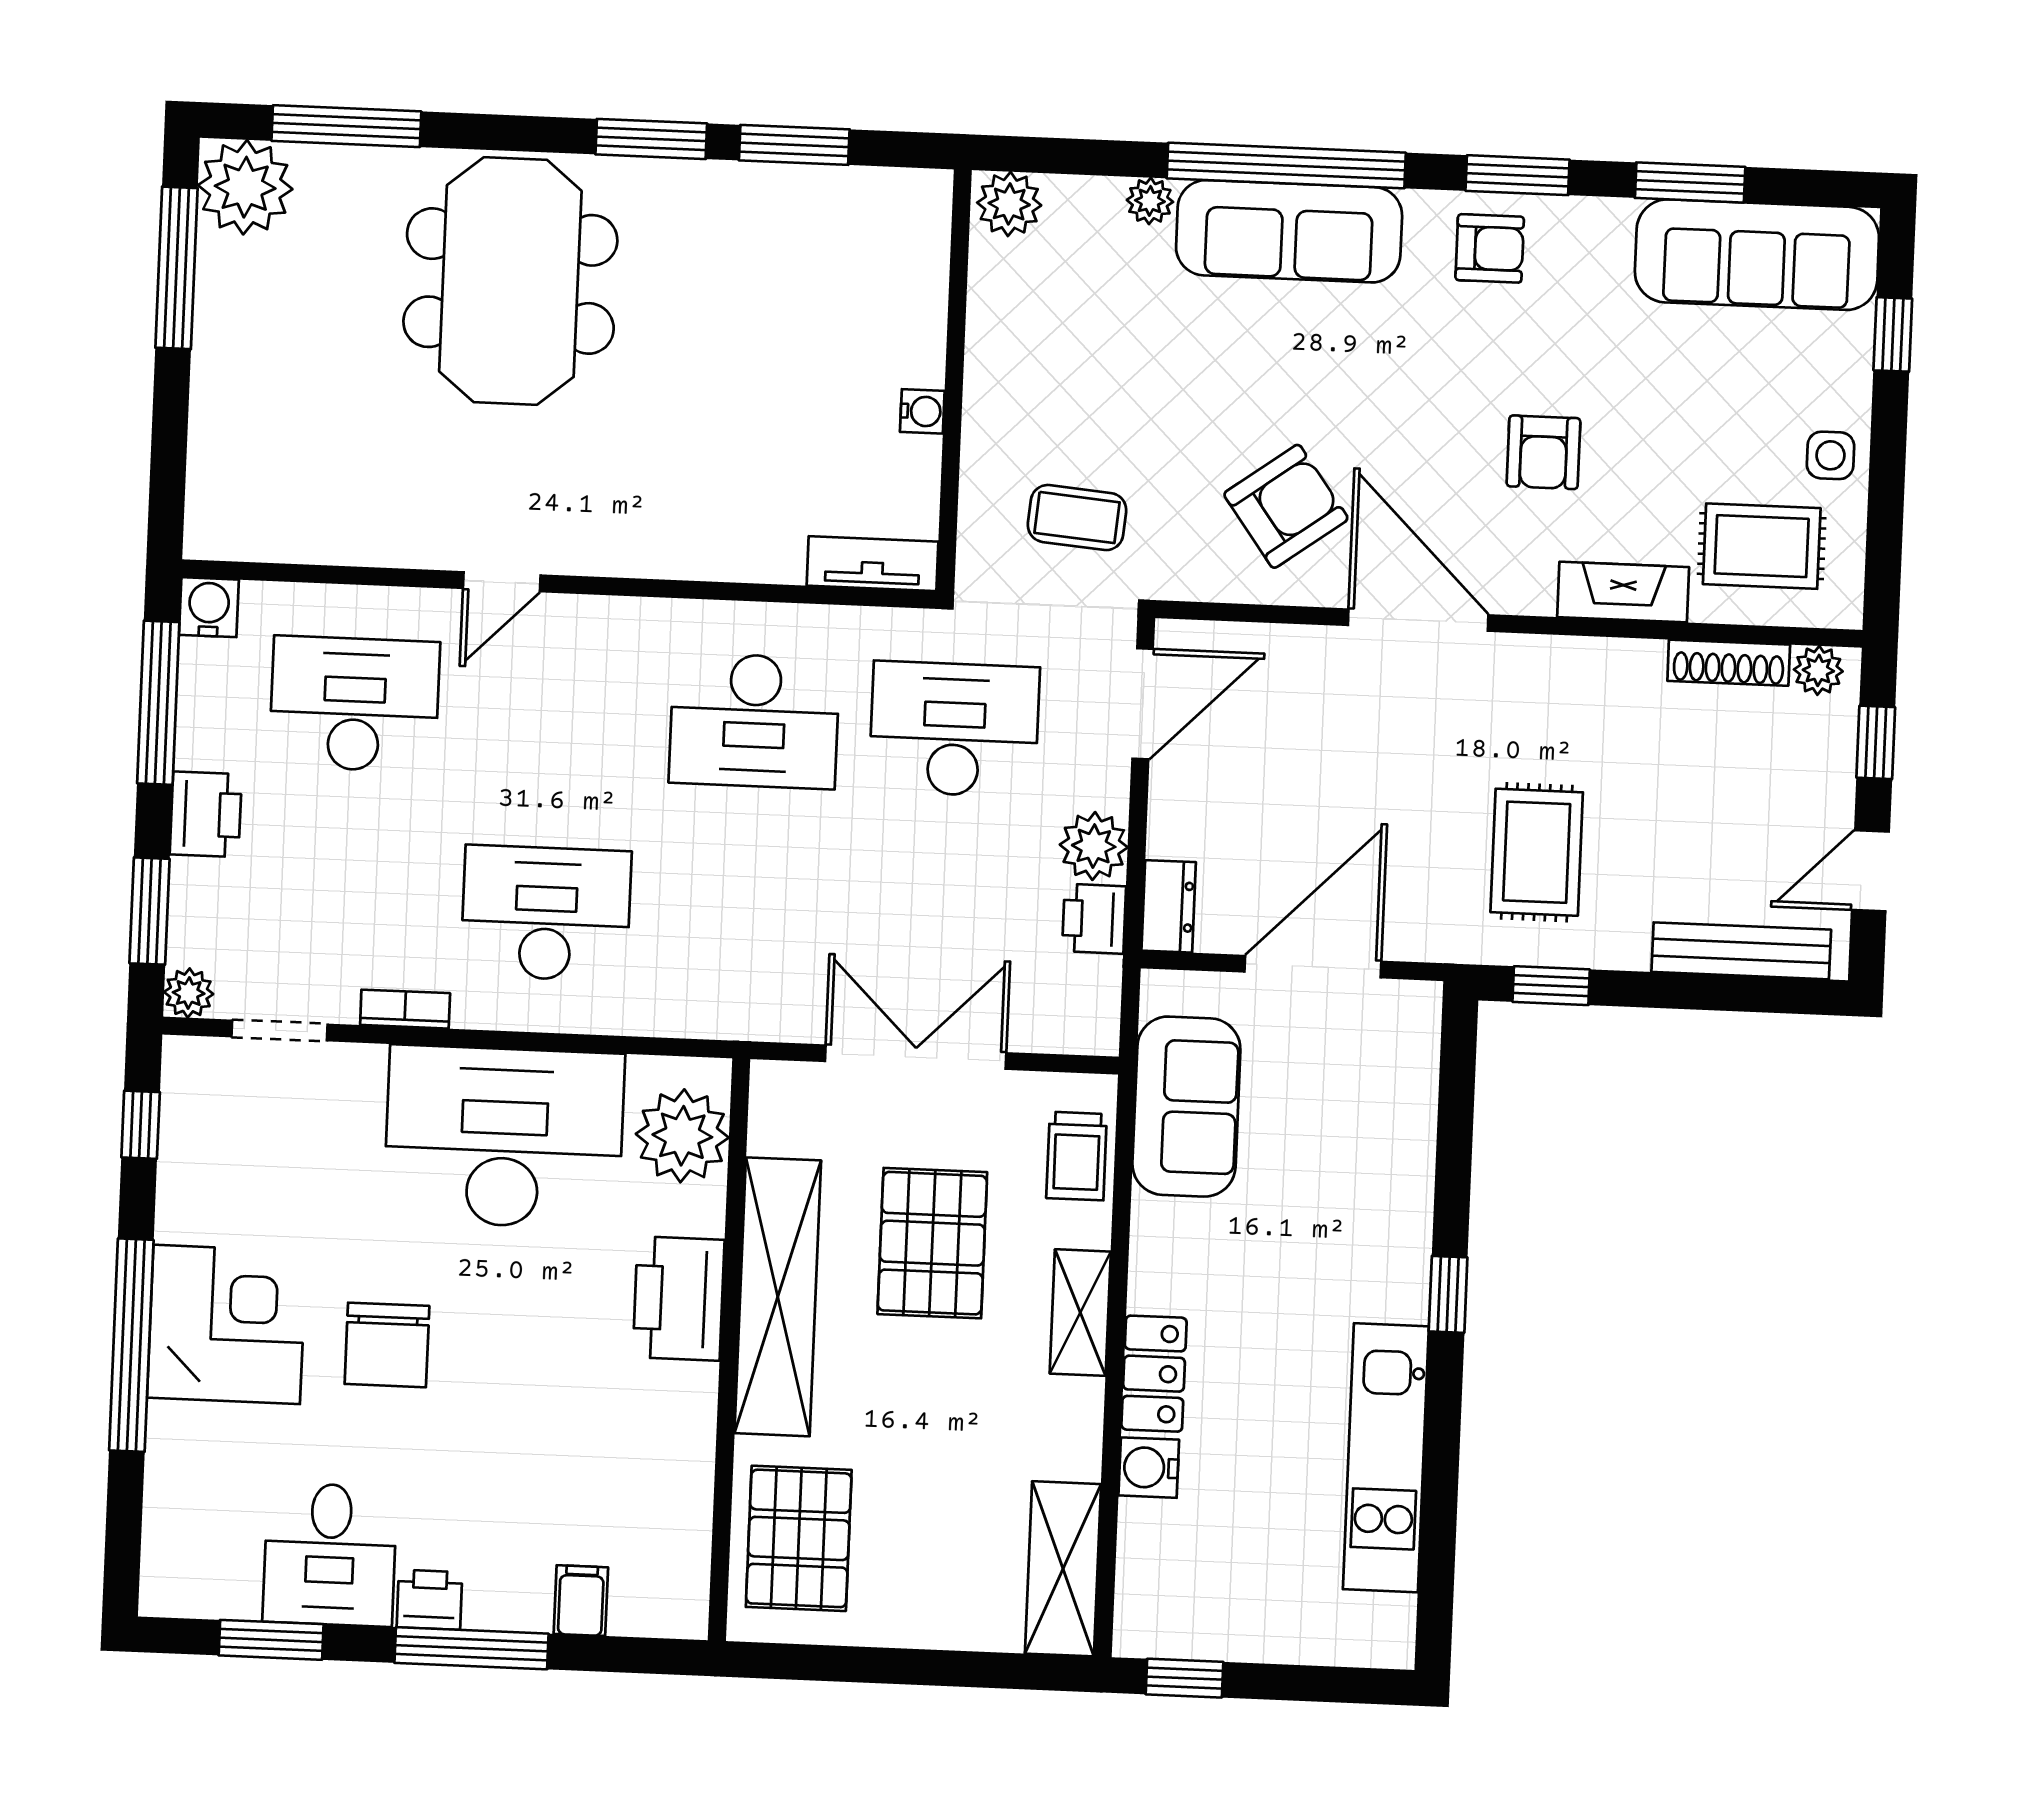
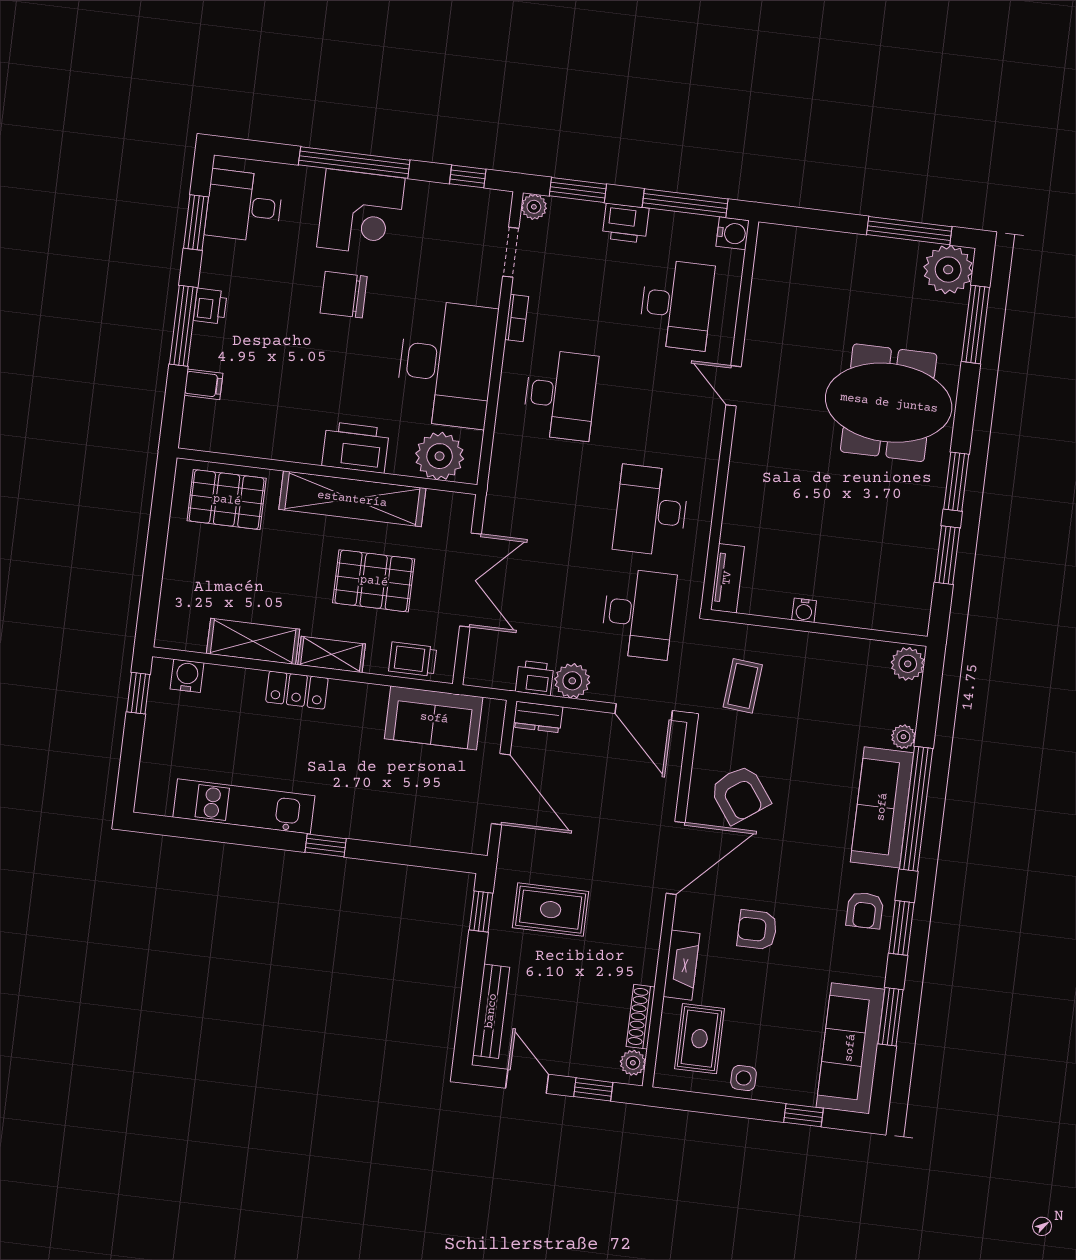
water cooler: (1149, 1468) -> (187, 676), moved
desk: (330, 1554) -> (244, 206), moved
shelving: (1063, 1569) -> (253, 641), moved

